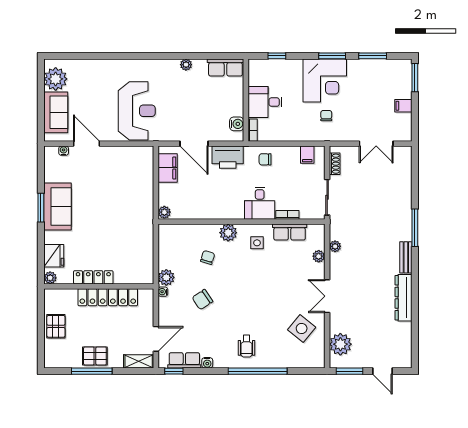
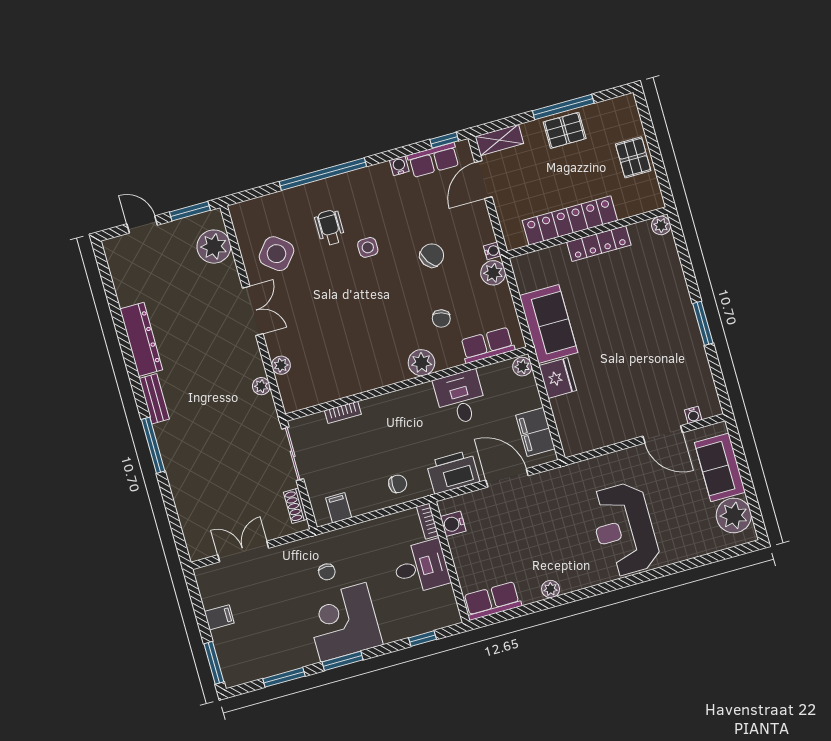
reception desk: (137, 111) -> (624, 529), moved
desk: (260, 203) -> (460, 398), moved
sofa: (58, 206) -> (549, 324), moved, turned 180
row of seats: (290, 232) -> (487, 345), moved
side table: (257, 243) -> (368, 247), moved
fridge: (54, 256) -> (558, 378), moved, turned 180
wheelchair: (246, 346) -> (330, 228), moved

